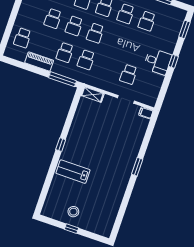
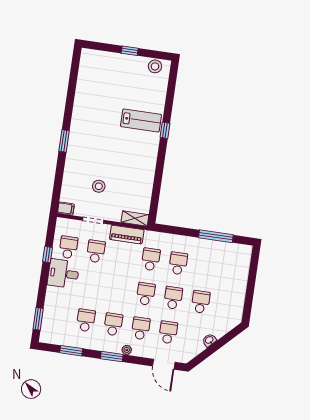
school desk: (22, 38) -> (68, 247), moved
window: (173, 61) -> (47, 255), moved
piano: (39, 62) -> (127, 235), moved
window: (63, 79) -> (216, 236), moved
stool: (116, 126) -> (99, 186), added
window: (61, 145) -> (165, 130), moved
stool: (73, 212) -> (155, 66), moved

